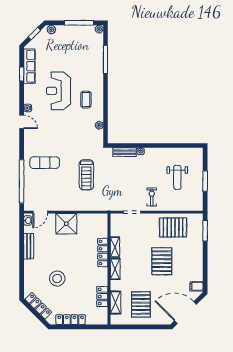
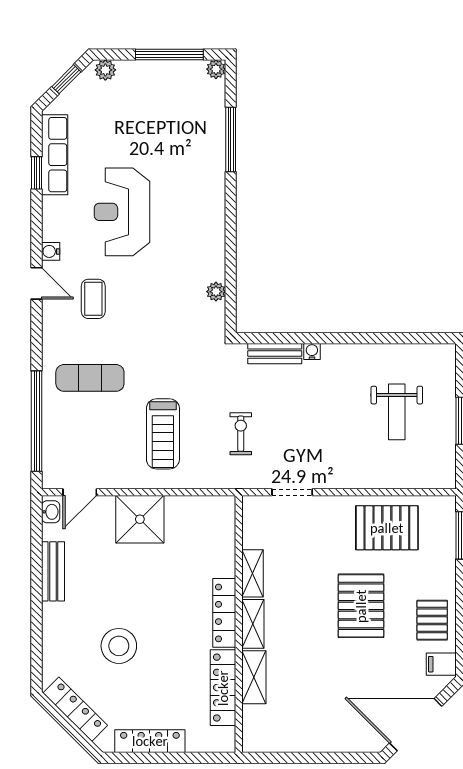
coffee table: (86, 100) -> (93, 299), moved
treadmill: (86, 175) -> (163, 434), moved
exercise bike: (152, 197) -> (241, 434), moved
locker: (103, 253) -> (224, 613), moved
locker: (102, 296) -> (223, 688), width x1.53
shelving: (115, 302) -> (254, 677), moved
pallet: (141, 304) -> (432, 620), moved, width x0.67, depth x0.71

